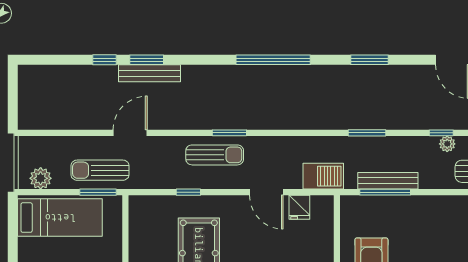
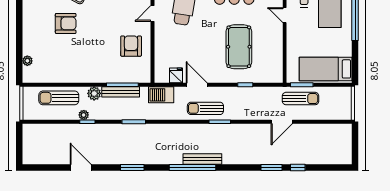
bench: (150, 73) -> (202, 159), moved
sun lounger: (215, 155) -> (205, 108), moved
plant: (41, 178) -> (94, 93), moved

